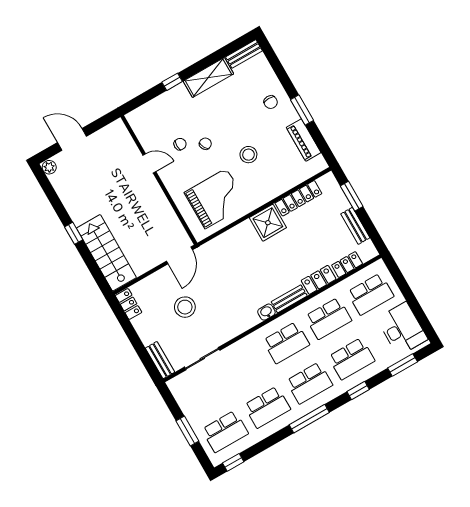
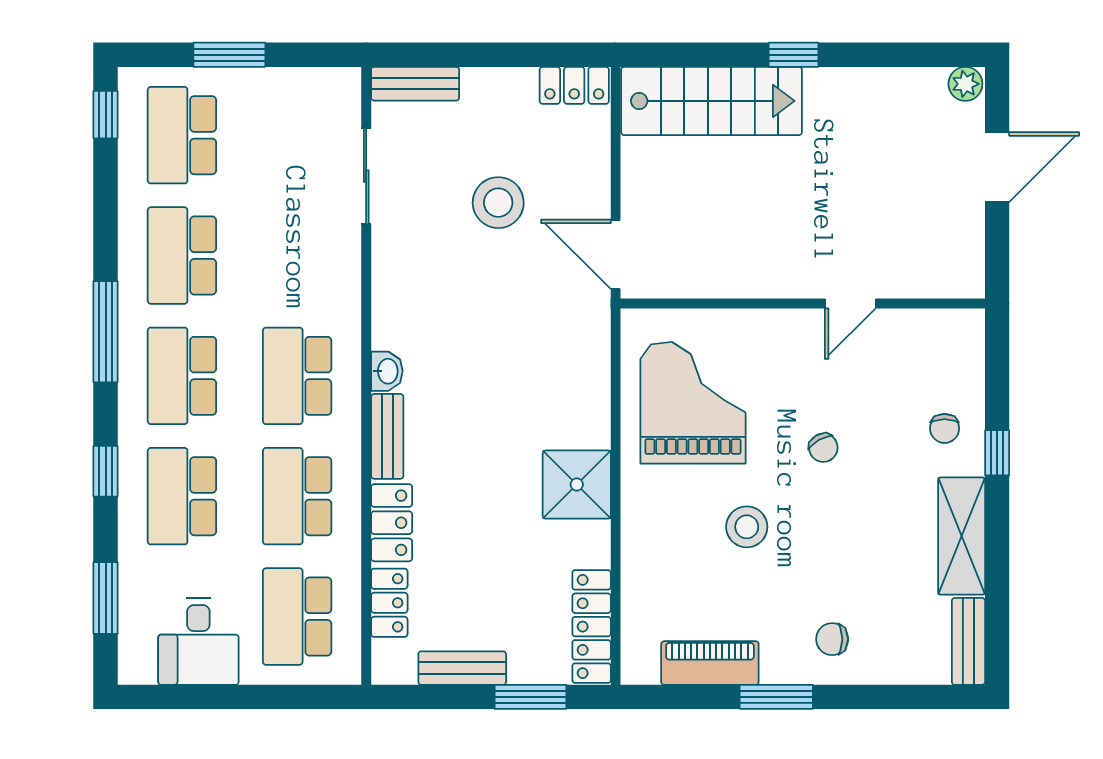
chair: (180, 144) -> (945, 428), moved
grand piano: (216, 198) -> (693, 403), turned 180
locker: (298, 198) -> (592, 627), moved
desk: (402, 329) -> (198, 641), width x0.73

